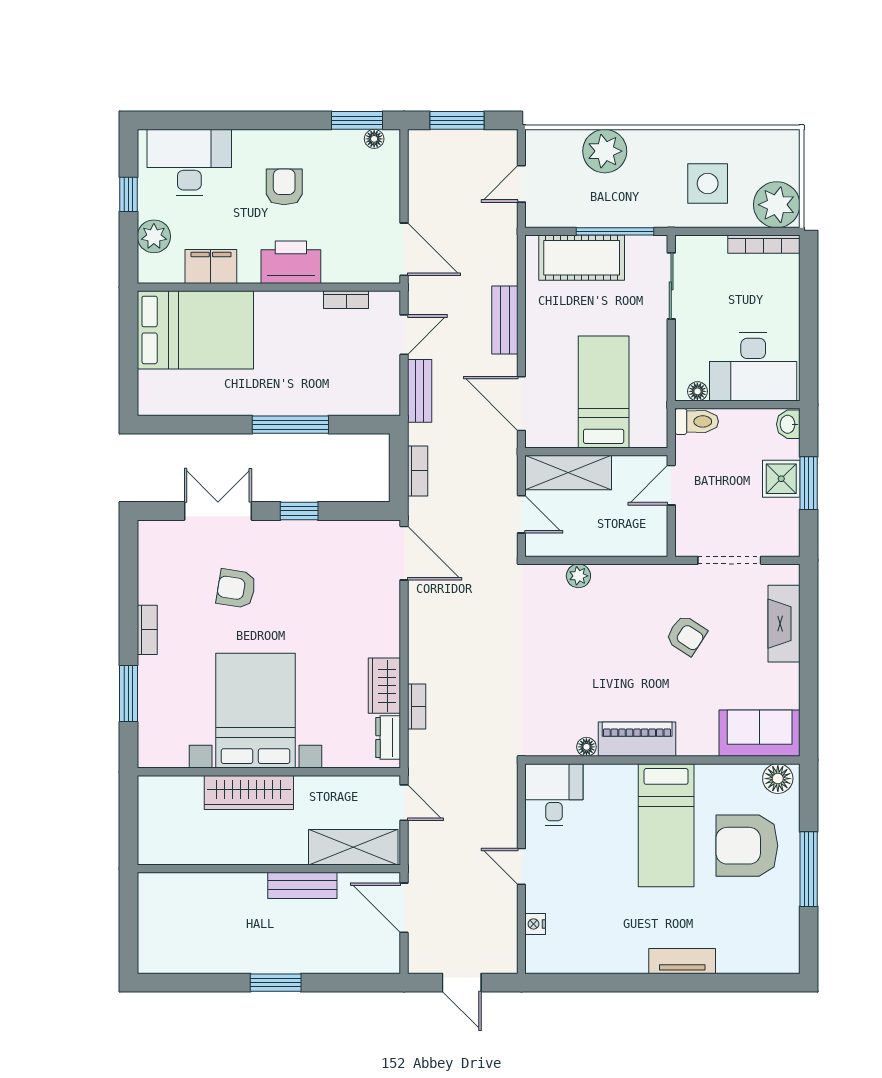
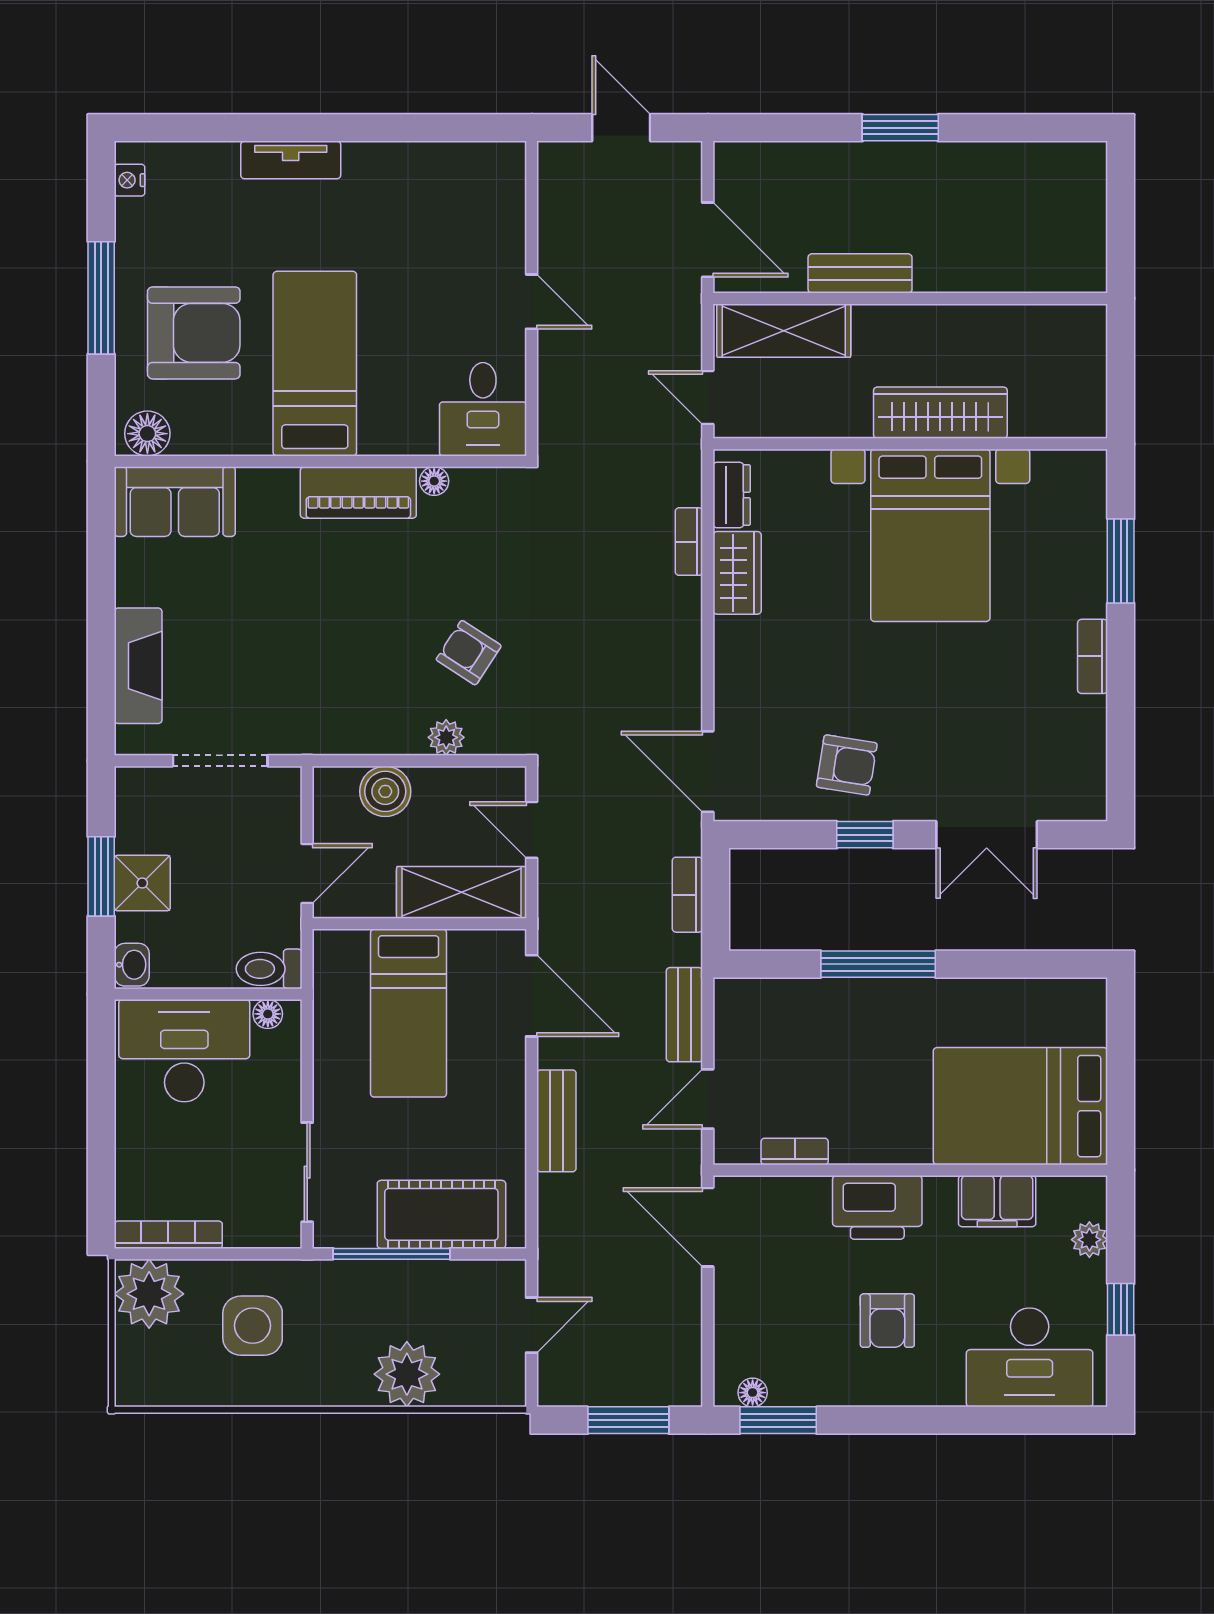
plant: (154, 236) -> (1089, 1240), width x0.73, depth x0.73
boiler: (619, 540) -> (385, 791), added
armchair: (236, 589) -> (847, 765), moved
armchair: (686, 635) -> (469, 653), moved
nightstand: (535, 924) -> (130, 180), moved, turned 180

